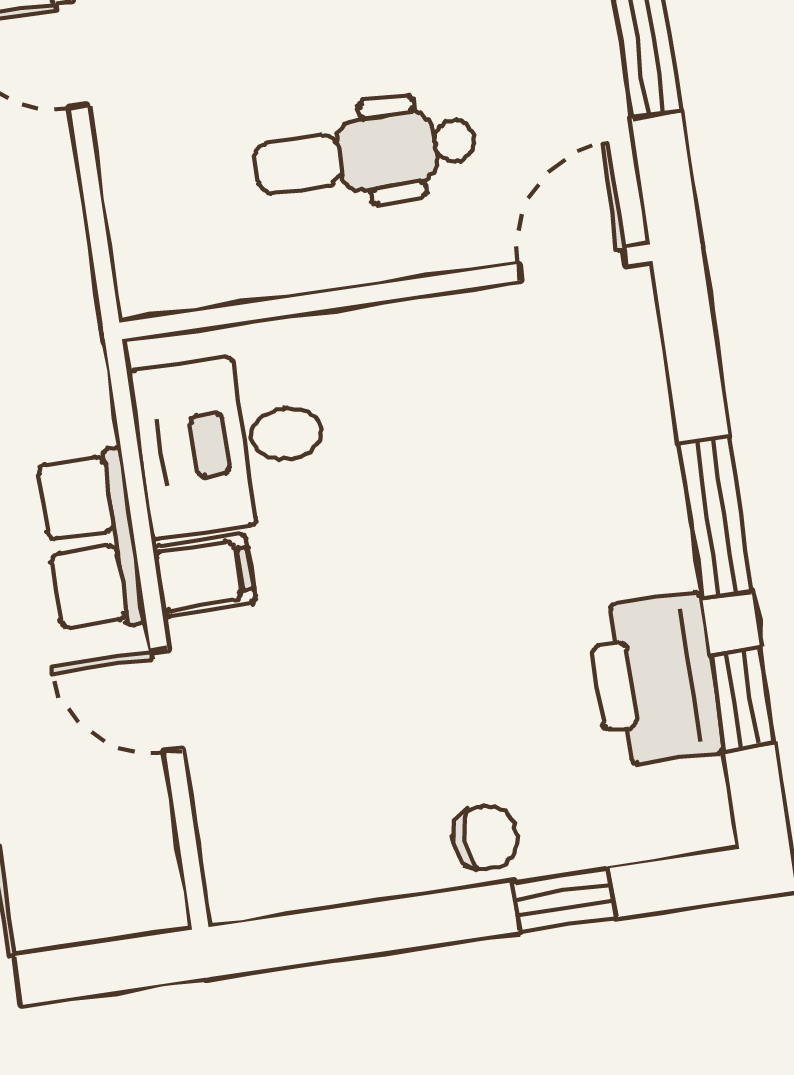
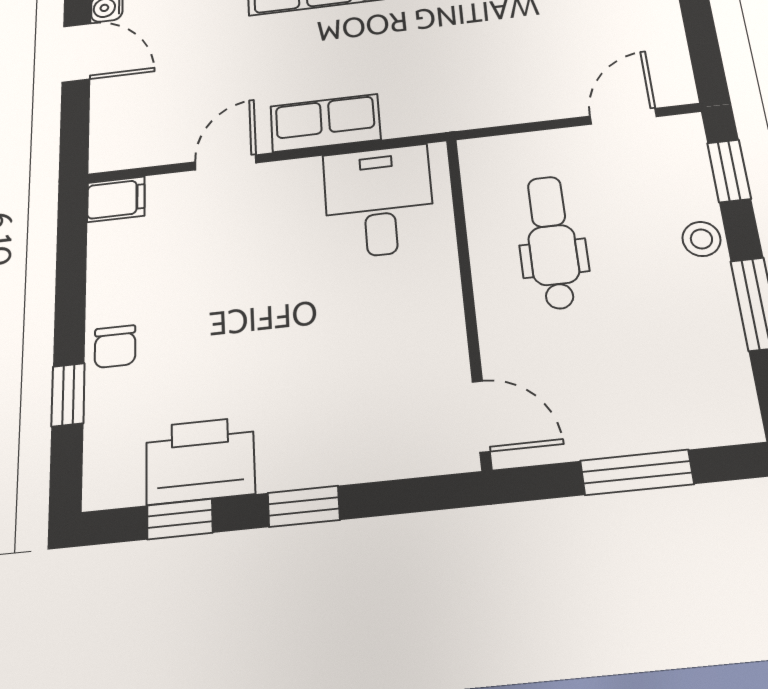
dental chair: (365, 154) -> (552, 242), moved
window: (716, 517) -> (304, 506), width x0.67
filing cabinet: (204, 575) -> (116, 199), moved, turned -90

